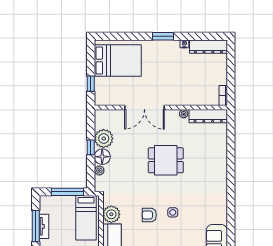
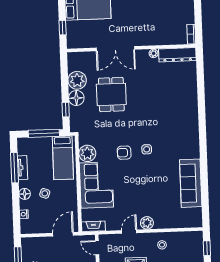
window: (91, 147) -> (66, 110), moved
dining table: (166, 160) -> (111, 94), moved, turned 90
plant: (99, 170) -> (74, 111), removed

